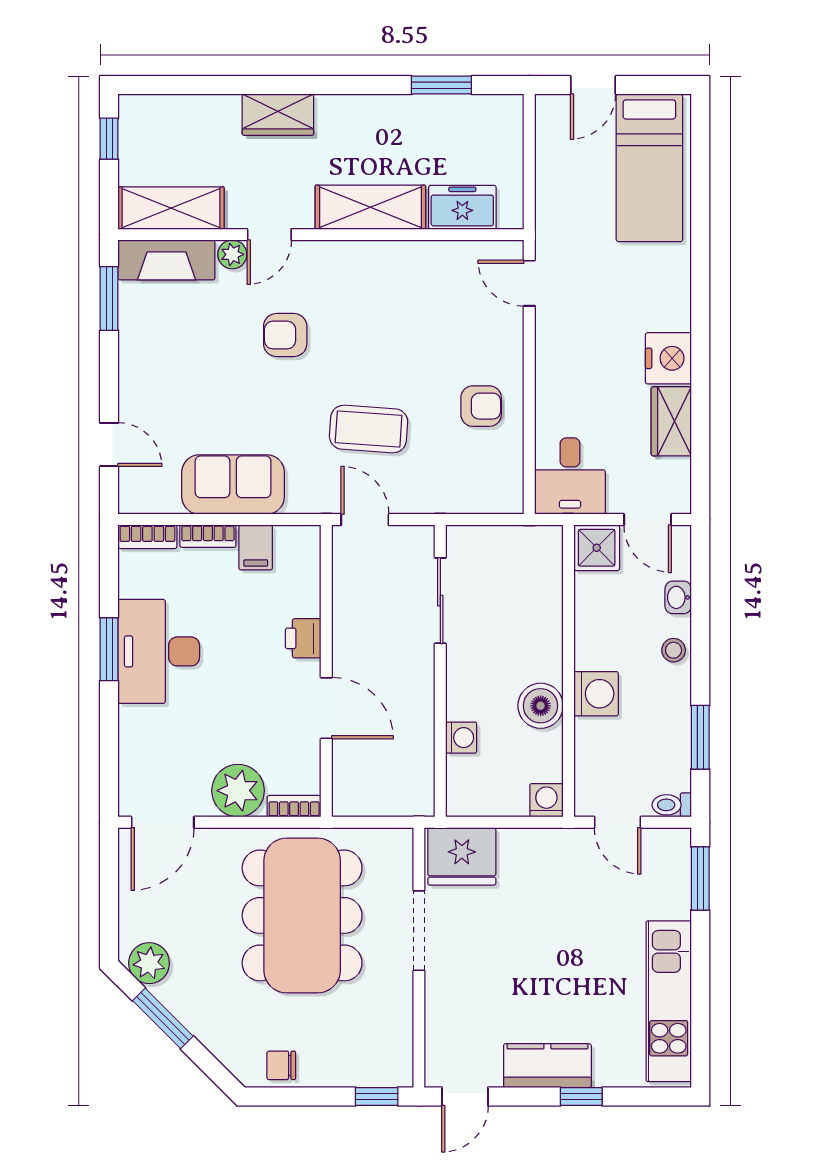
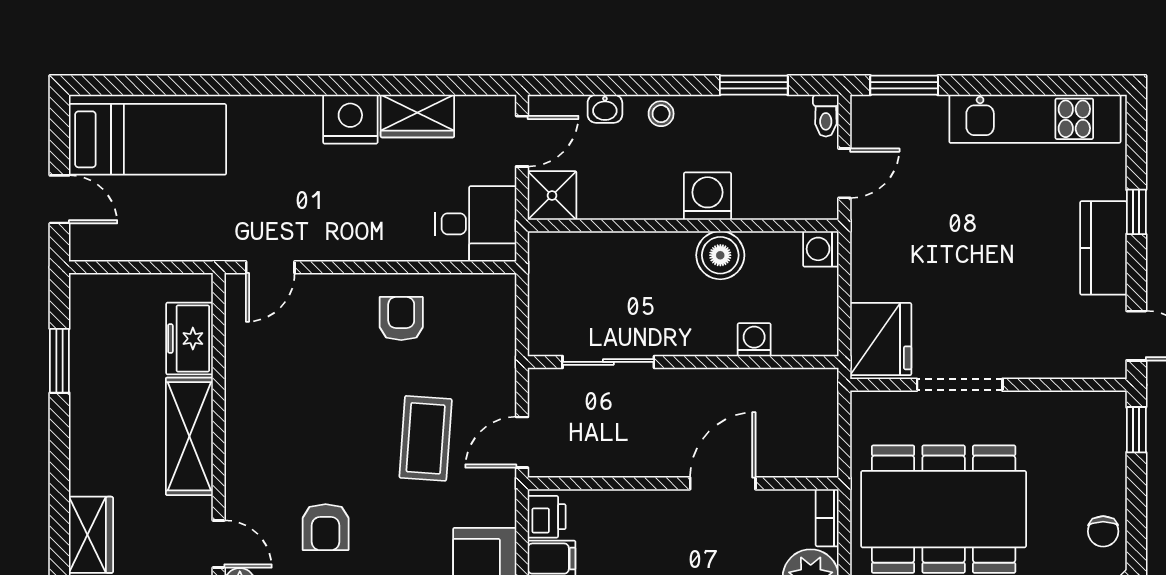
printer: (303, 638) -> (547, 517), moved, turned -90

